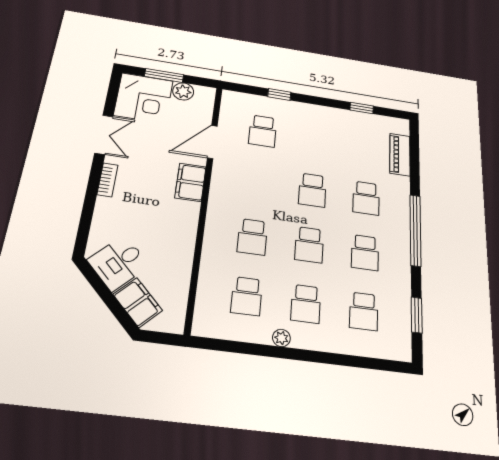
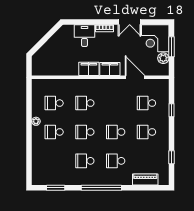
desk: (118, 263) -> (84, 36), moved, turned 45
filing cabinet: (138, 302) -> (89, 69), moved, turned -135
school desk: (364, 311) -> (146, 132), moved

